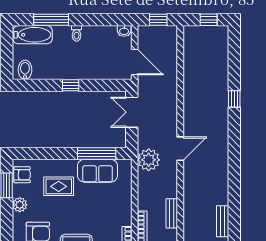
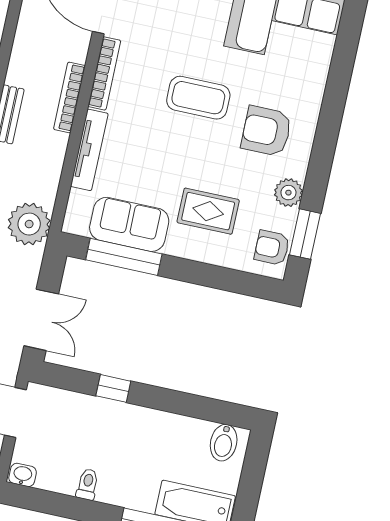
toilet: (77, 33) -> (87, 484), moved
window: (71, 85) -> (113, 388), moved
tv unit: (126, 204) -> (89, 150), added

